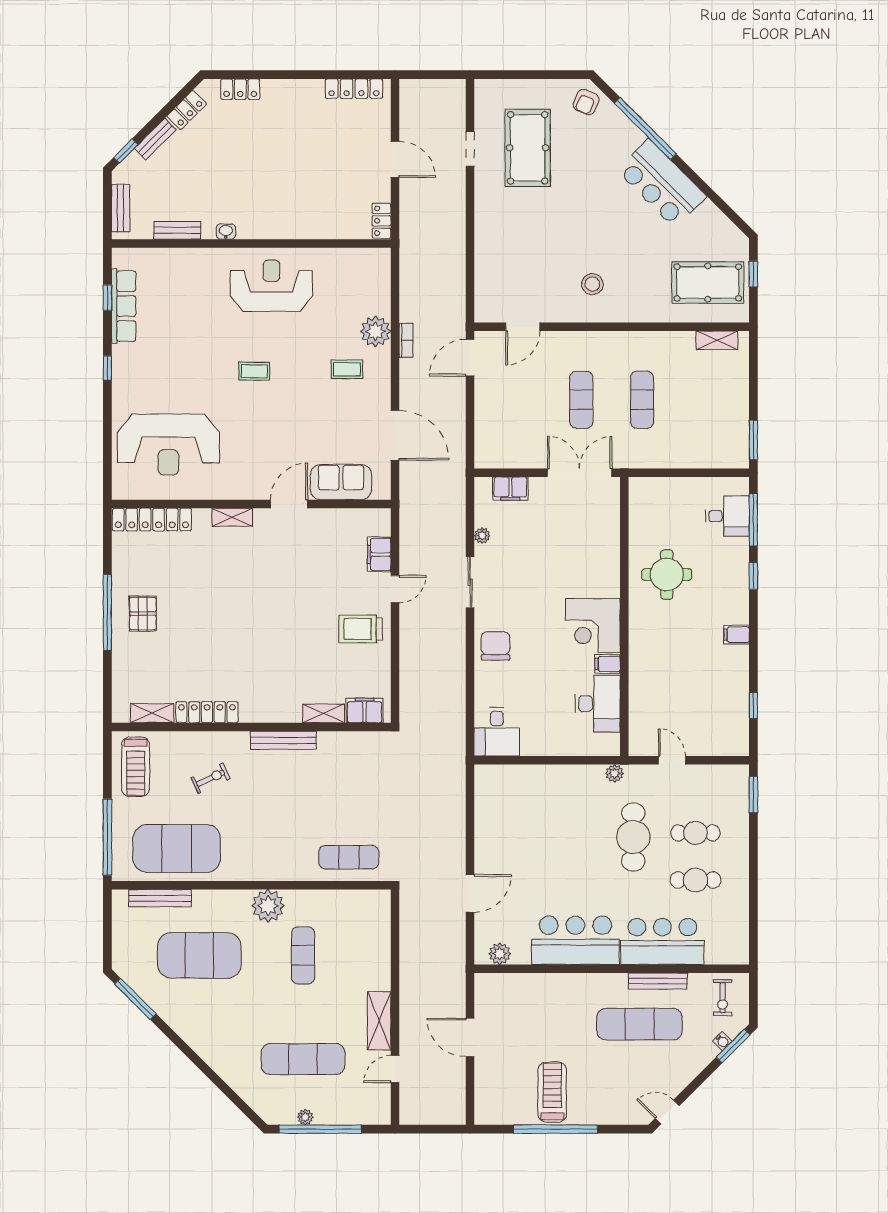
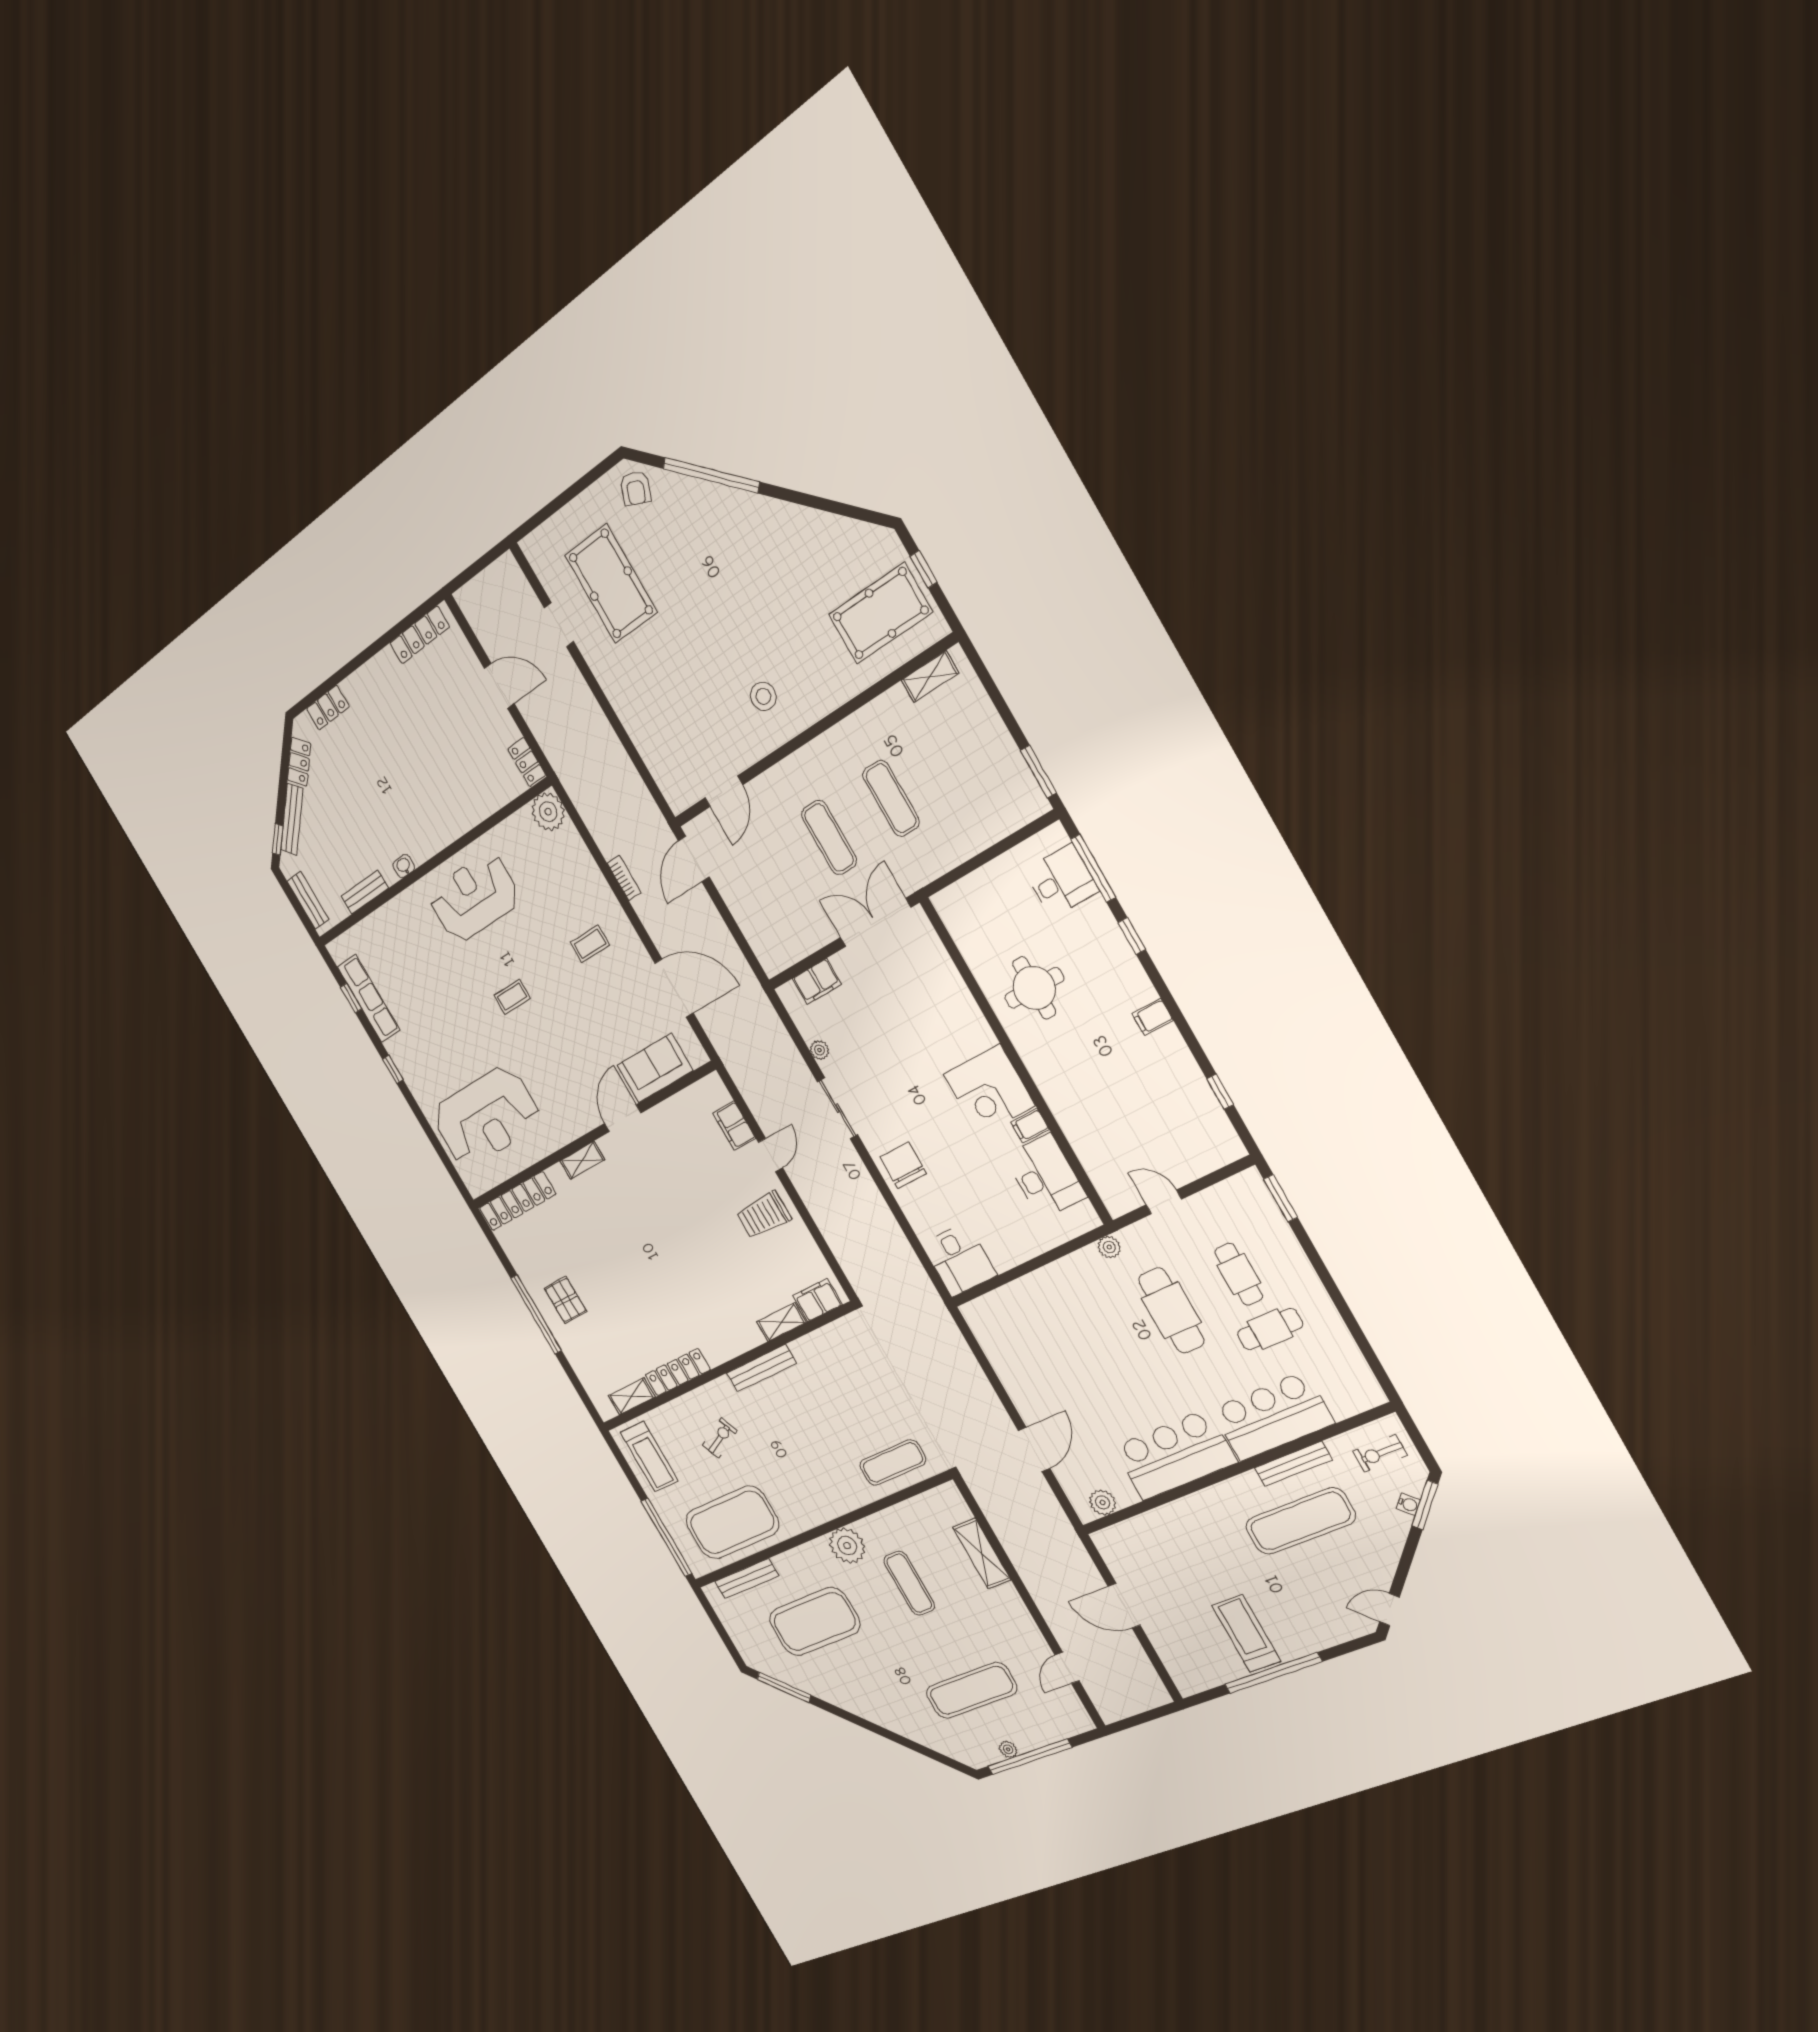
bench: (155, 139) -> (292, 819), width x1.36
bar counter: (662, 183) -> (765, 528), removed
plant: (376, 331) -> (548, 812), moved
cafe table: (695, 833) -> (1239, 1274), turned 90
exercise bike: (723, 998) -> (1380, 1453), turned 90
shelving: (379, 1021) -> (982, 1553), moved

